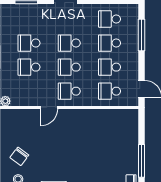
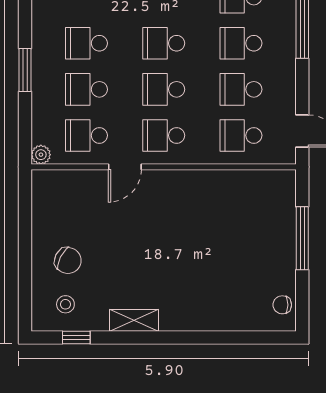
school desk: (29, 91) -> (86, 135), added
chair: (19, 156) -> (68, 261), turned -100
window: (141, 161) -> (302, 238), moved

